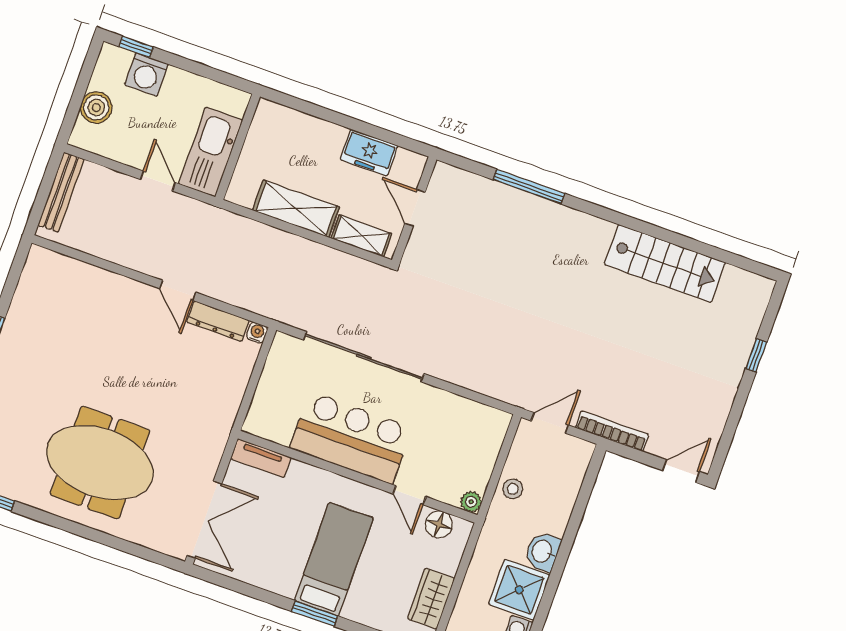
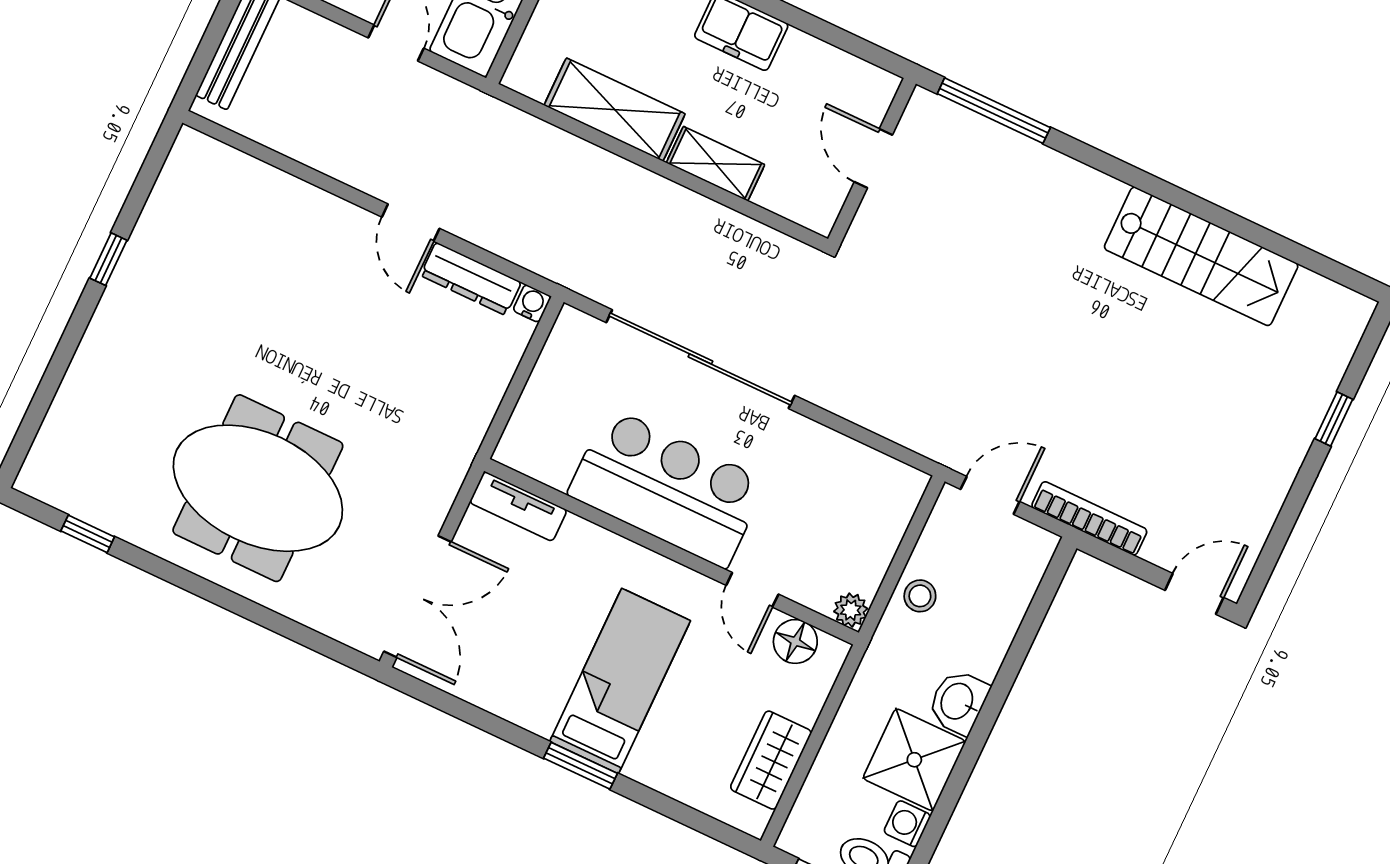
door: (415, 208) -> (873, 158), moved
wall: (414, 210) -> (872, 161), moved

